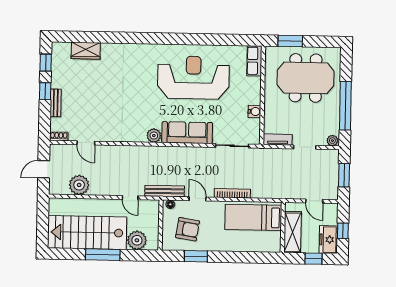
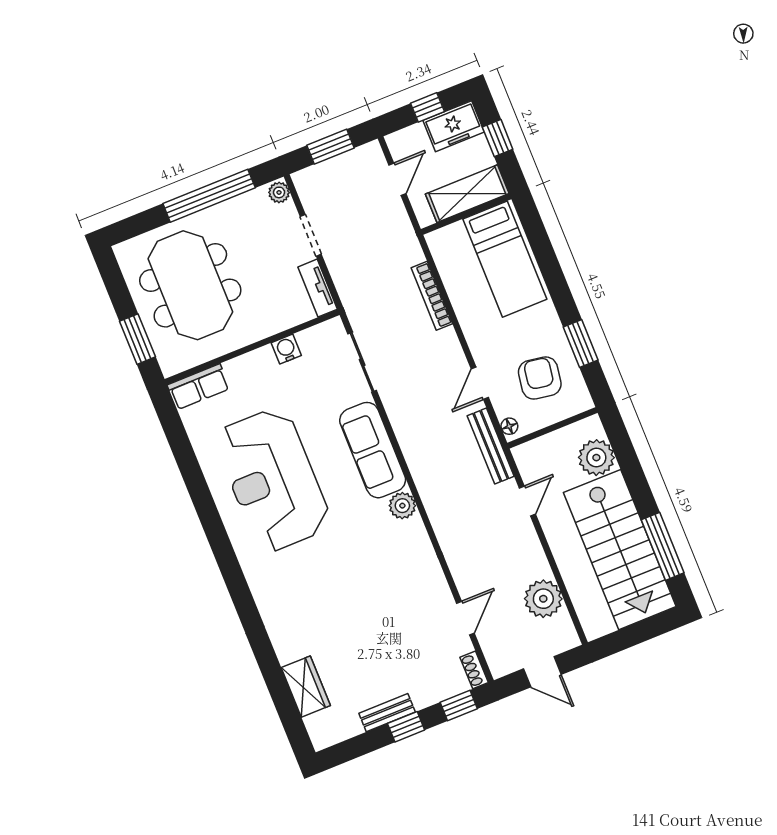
window: (46, 63) -> (459, 705), moved
bench: (56, 103) -> (387, 713), moved
bookcase: (232, 193) -> (432, 296), moved
bed: (253, 217) -> (505, 259), moved
window: (103, 255) -> (663, 546), moved

